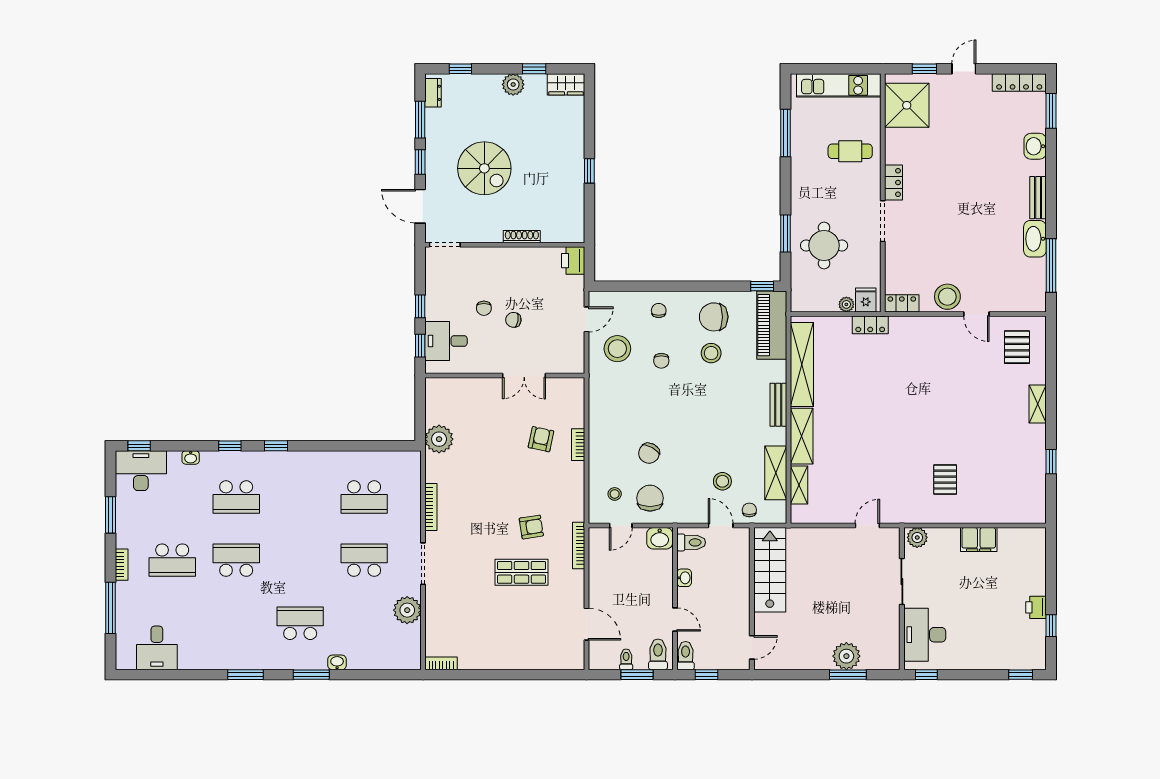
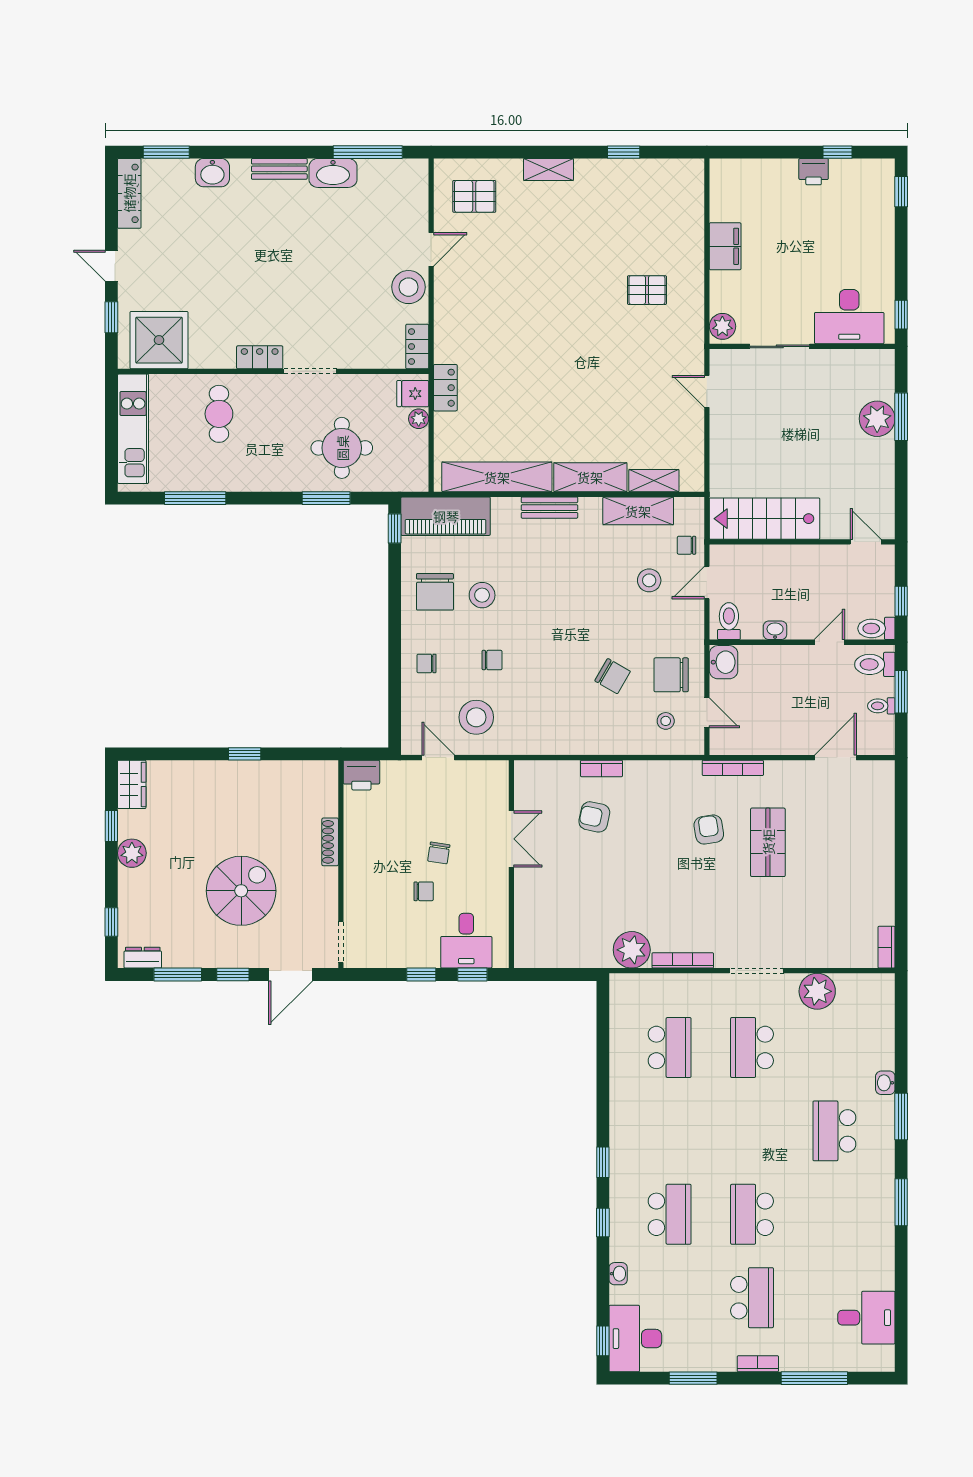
plant: (439, 439) -> (632, 950), moved

